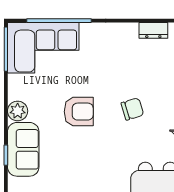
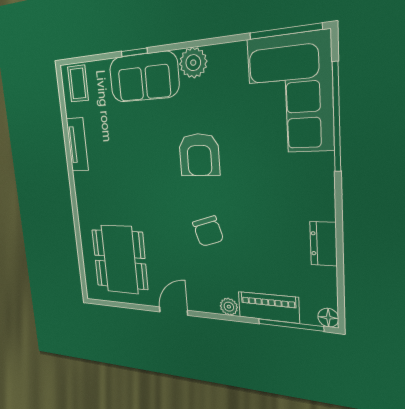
dresser: (153, 30) -> (324, 244), moved

